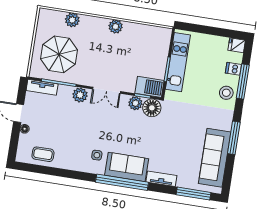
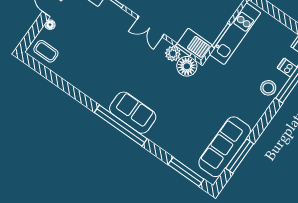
plant: (80, 95) -> (122, 18), removed
window: (234, 138) -> (240, 156), moved
coffee table: (43, 154) -> (46, 51), moved
side table: (97, 155) -> (109, 86), removed
tv unit: (161, 179) -> (162, 141), removed

